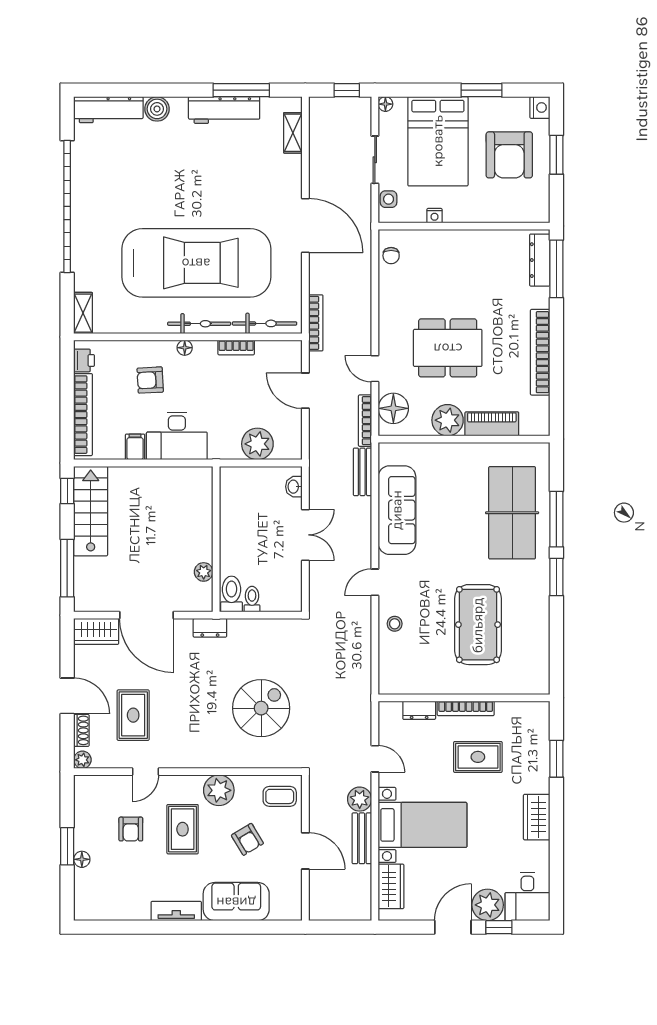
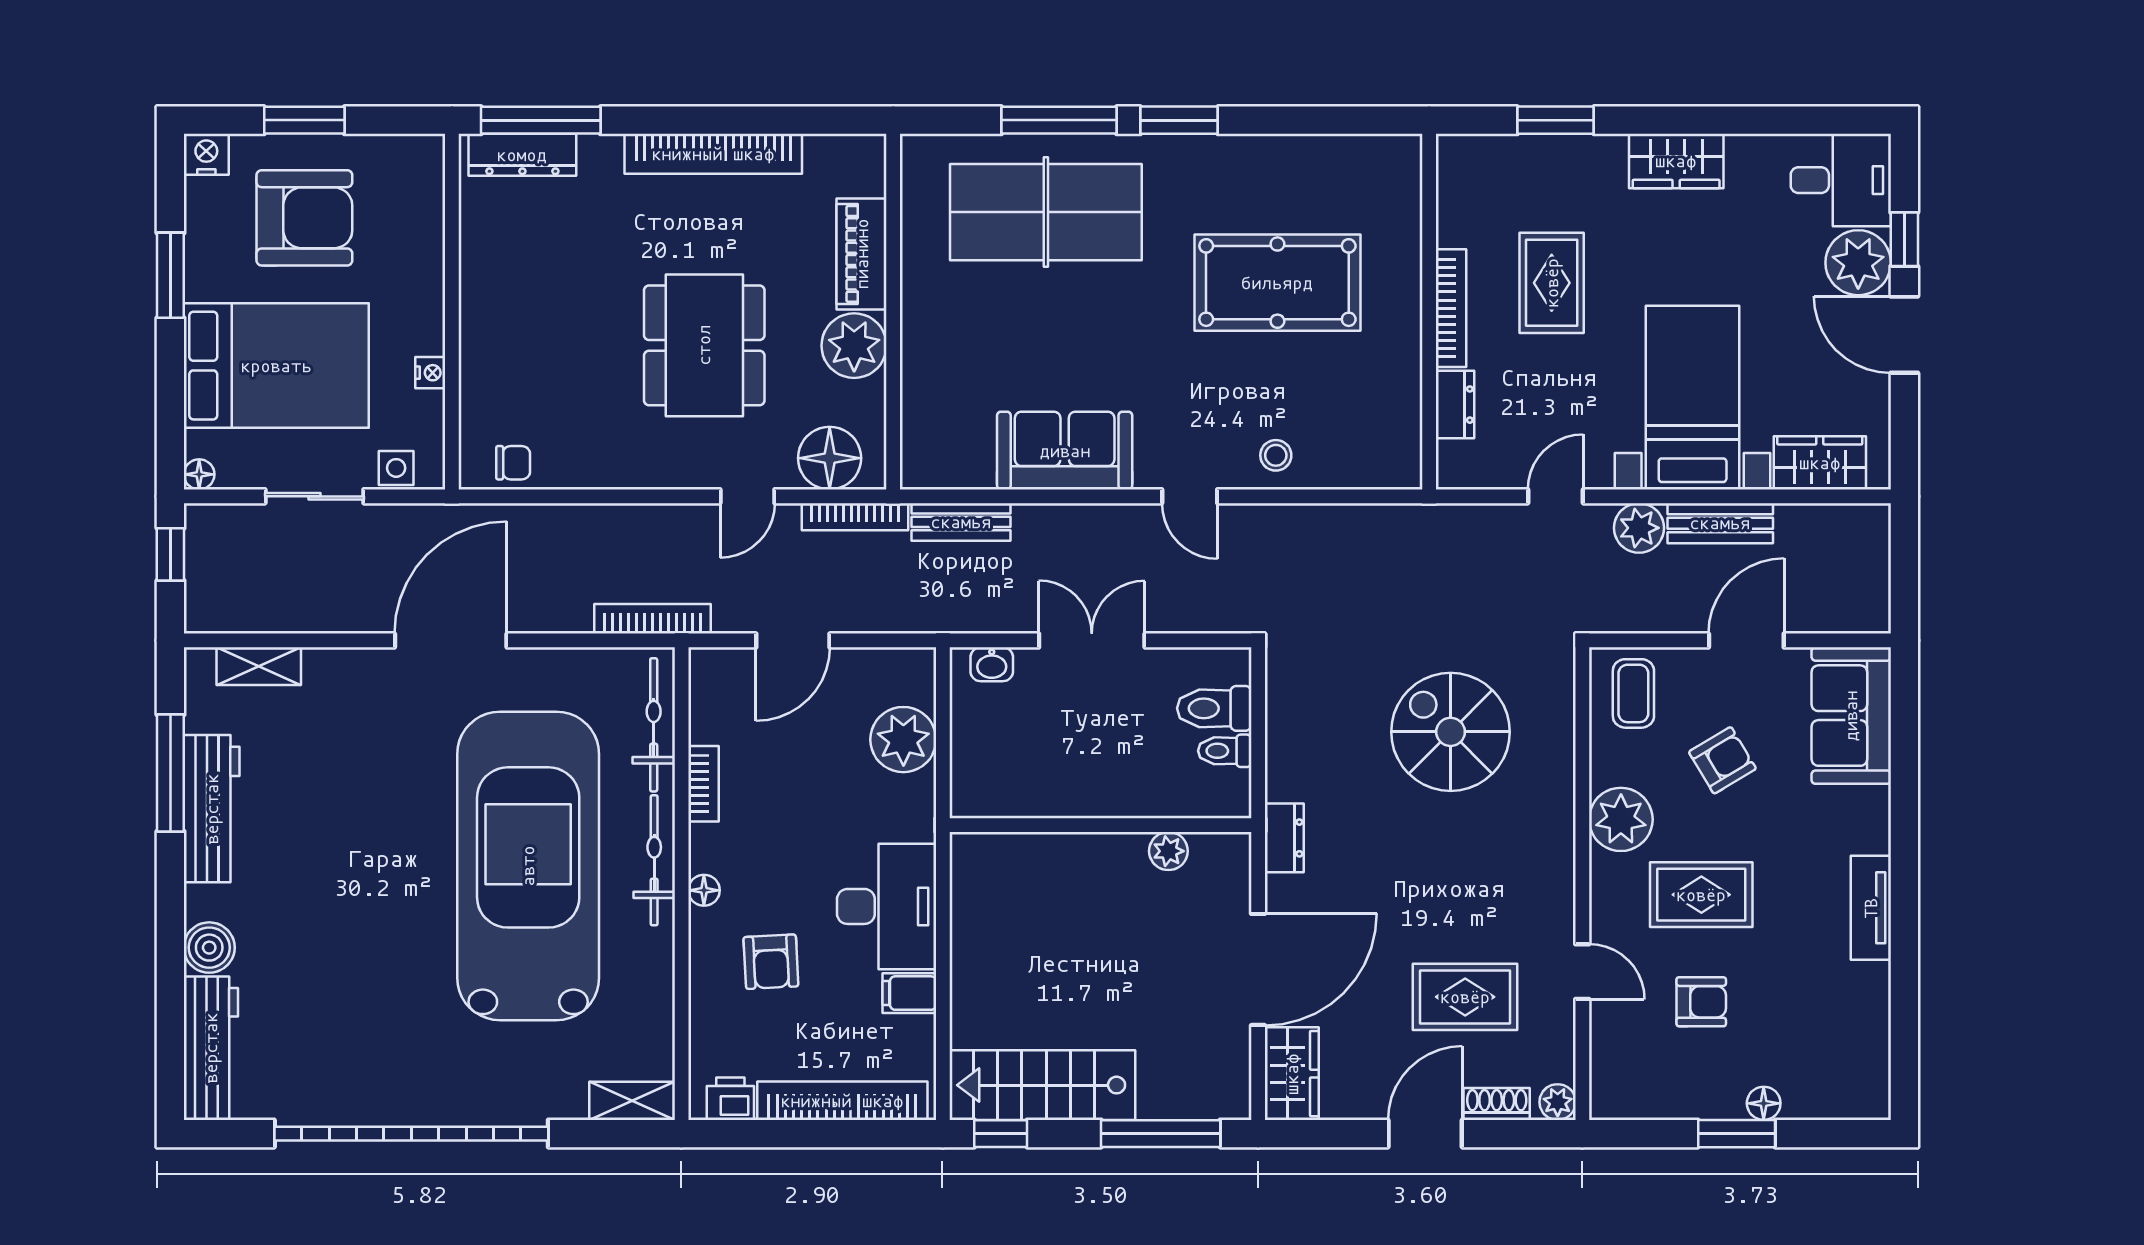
sofa: (397, 510) -> (1065, 451), width x0.73
toilet: (232, 594) -> (1214, 708), moved
sofa: (236, 902) -> (1851, 716), moved

